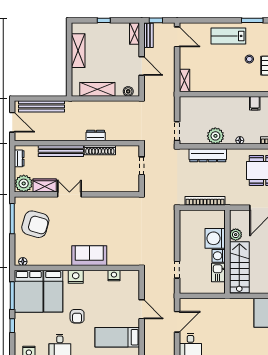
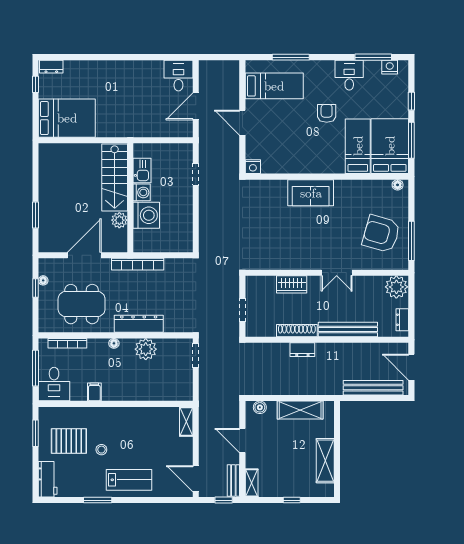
dresser: (208, 155) -> (139, 324), moved
wardrobe: (45, 185) -> (292, 284), moved
bookcase: (205, 201) -> (138, 264), moved
nightstand: (114, 275) -> (253, 167), moved
nightstand: (76, 277) -> (328, 165), removed

